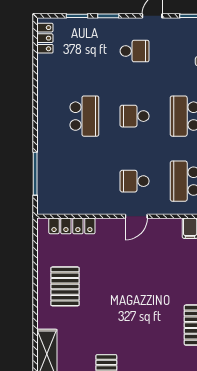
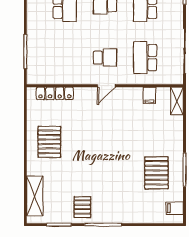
school desk: (135, 181) -> (105, 58), turned 180

